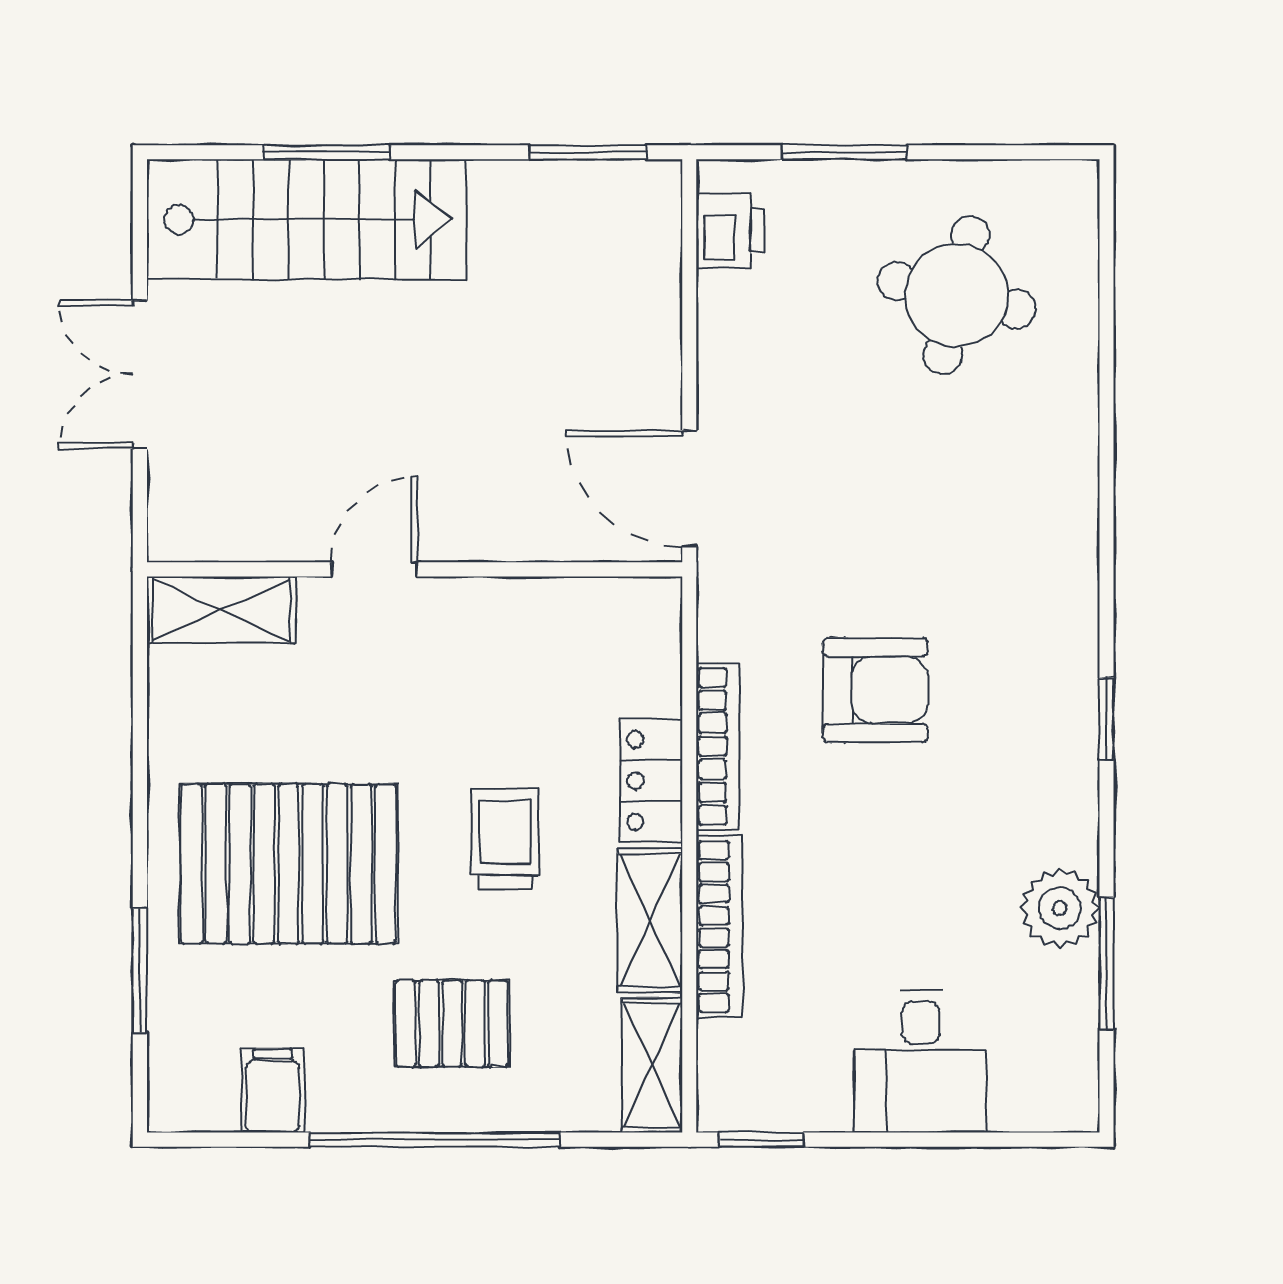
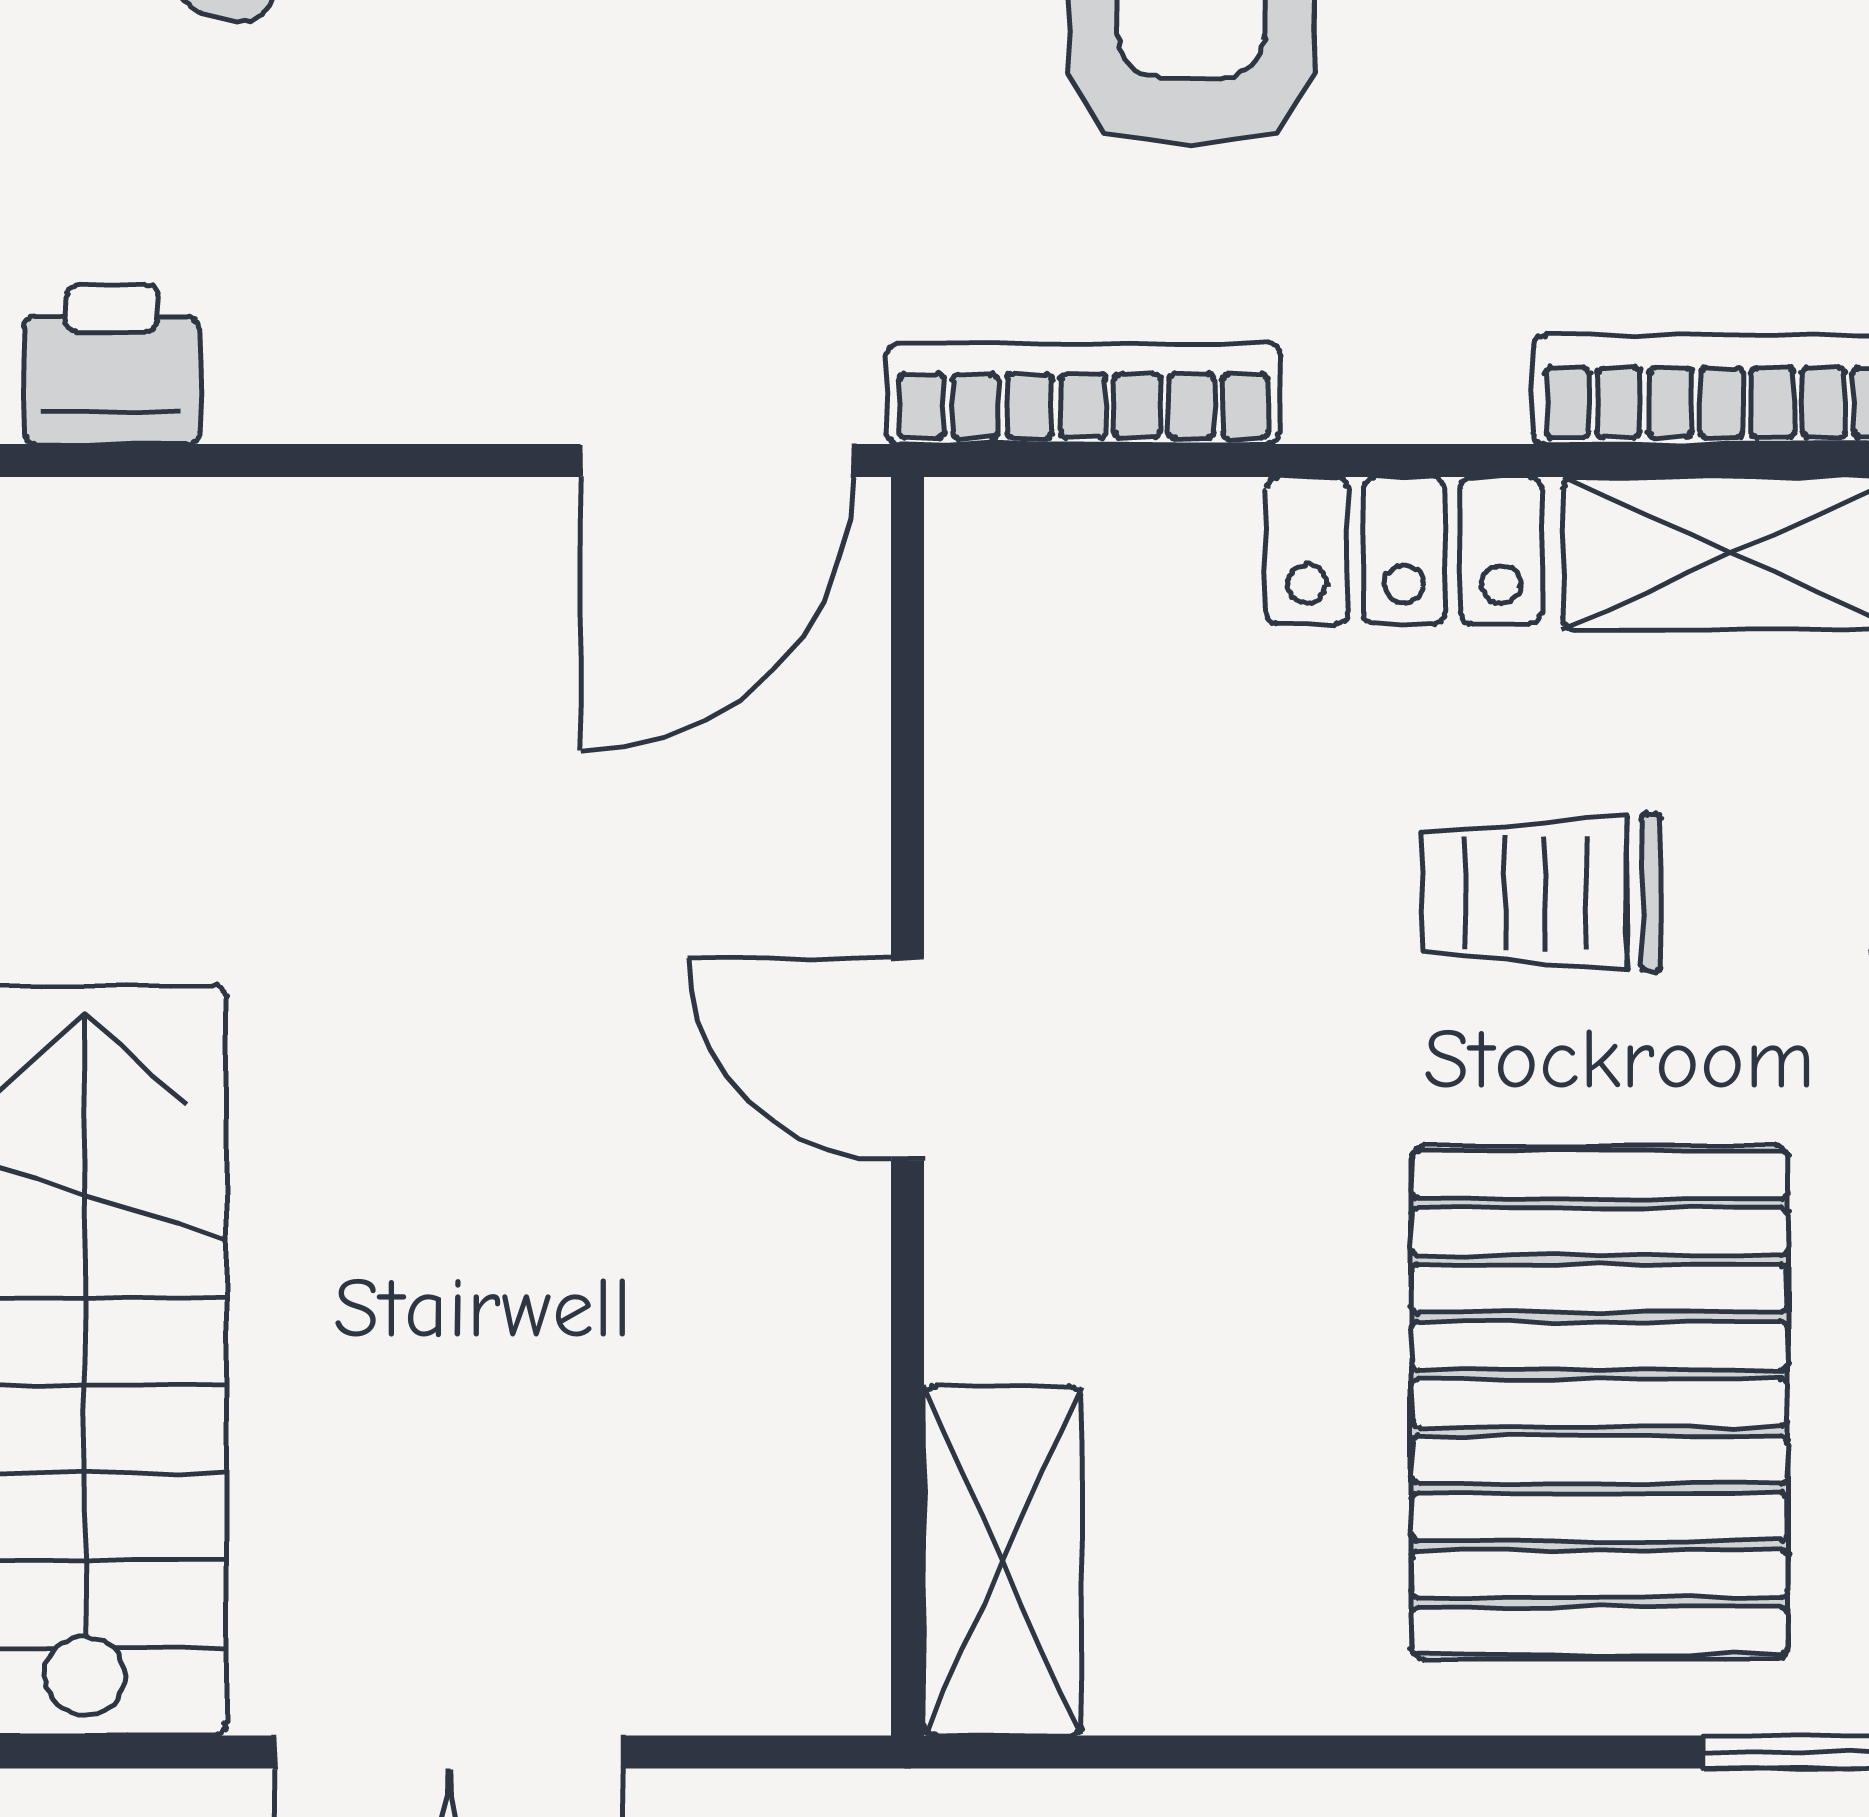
door: (374, 569) -> (908, 1059), moved
bookcase: (718, 746) -> (1083, 394), moved

